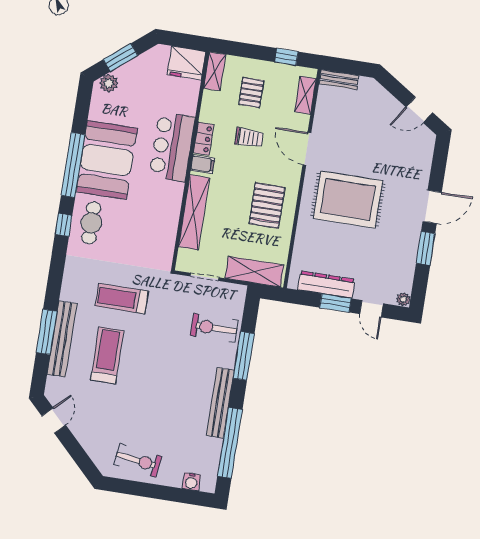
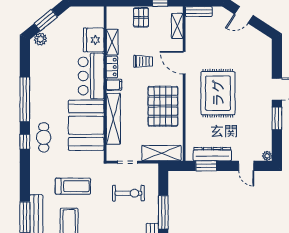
fridge: (186, 63) -> (94, 40), moved, turned 90
shelving: (215, 71) -> (112, 42), moved
pallet: (251, 93) -> (141, 17), moved
door: (419, 110) -> (244, 15), moved
booth: (107, 160) -> (86, 125), moved
rug: (348, 200) -> (218, 93), turned 90
pallet: (267, 206) -> (163, 106), width x1.37, depth x1.41
treadmill: (122, 299) -> (73, 186), turned 180
window: (335, 303) -> (206, 166), moved
exercise bike: (214, 328) -> (128, 193), moved, turned 180

